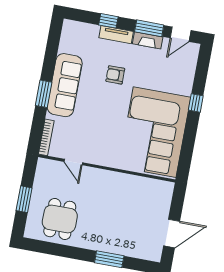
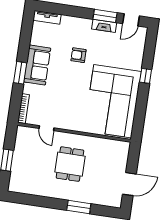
window: (108, 21) -> (71, 11), removed
tv unit: (116, 35) -> (47, 17), moved
sofa: (65, 85) -> (37, 65), width x0.73
dining table: (60, 219) -> (70, 164), moved

